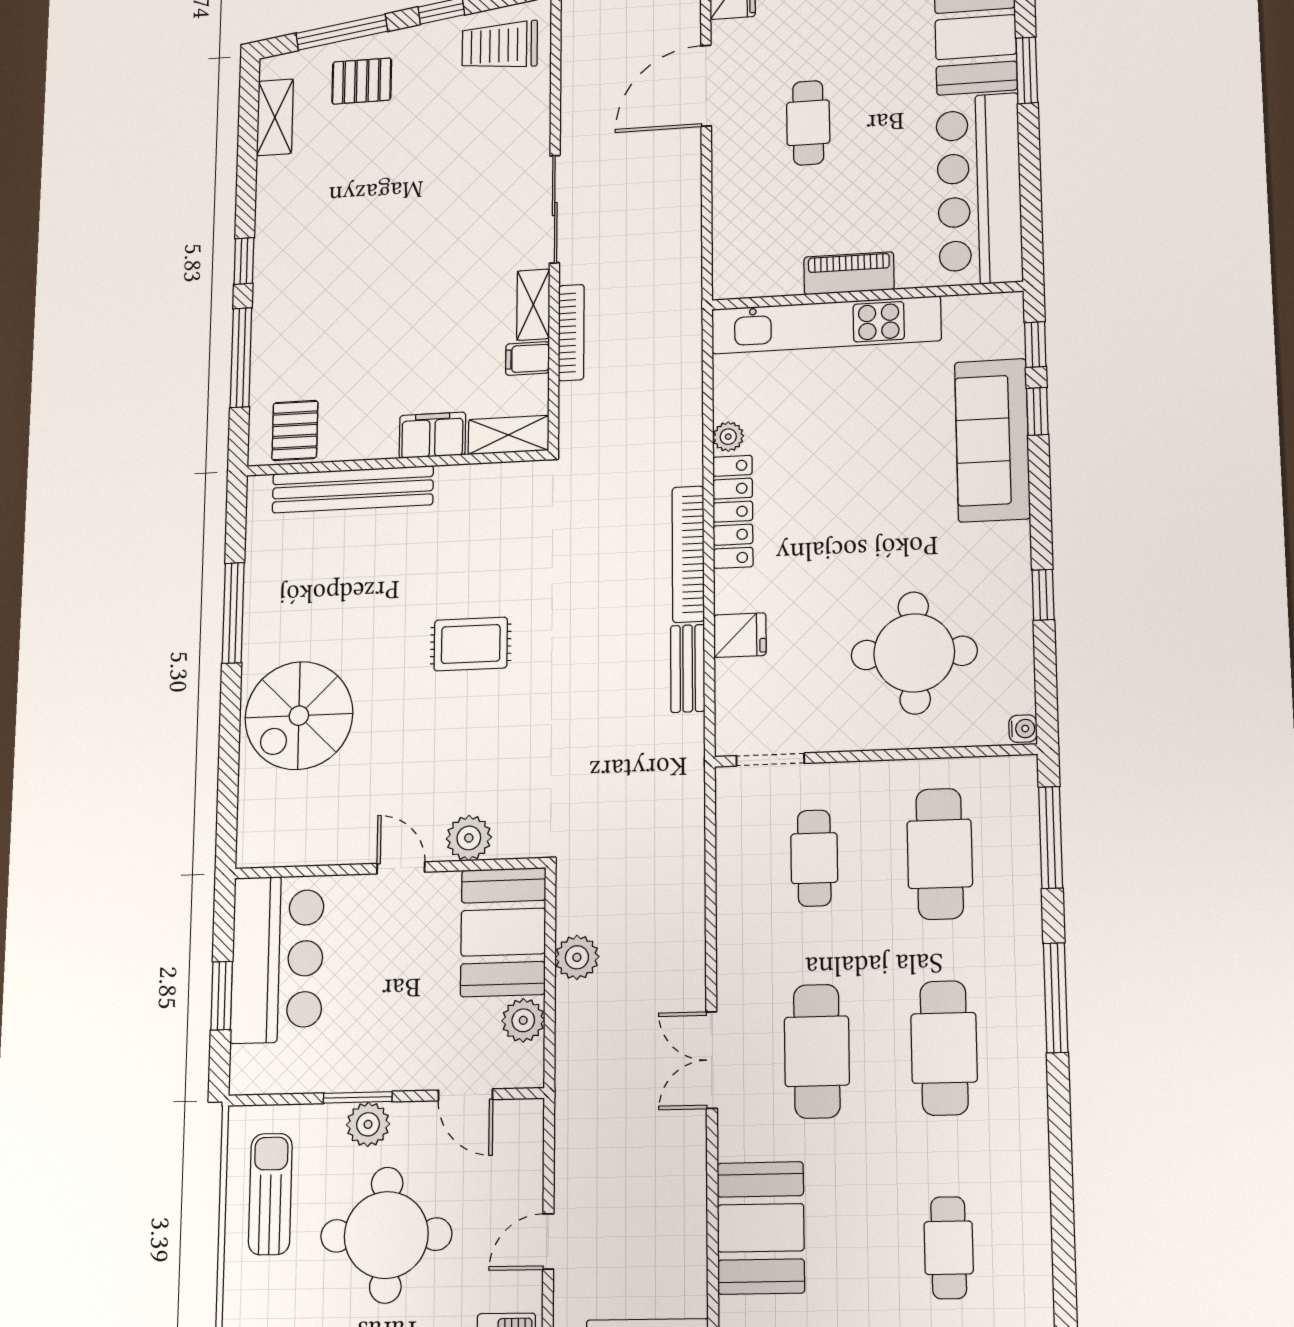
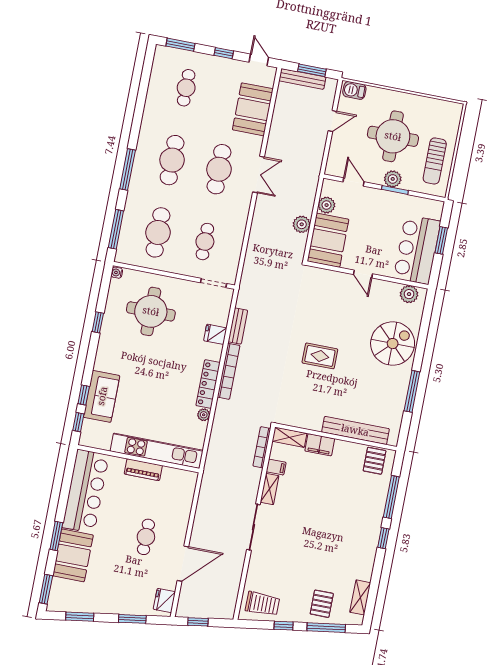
pallet: (362, 81) -> (322, 604), turned 90
bookcase: (571, 333) -> (262, 447), moved
sofa: (992, 440) -> (102, 396), width x0.73
plant: (469, 838) -> (409, 294), moved

